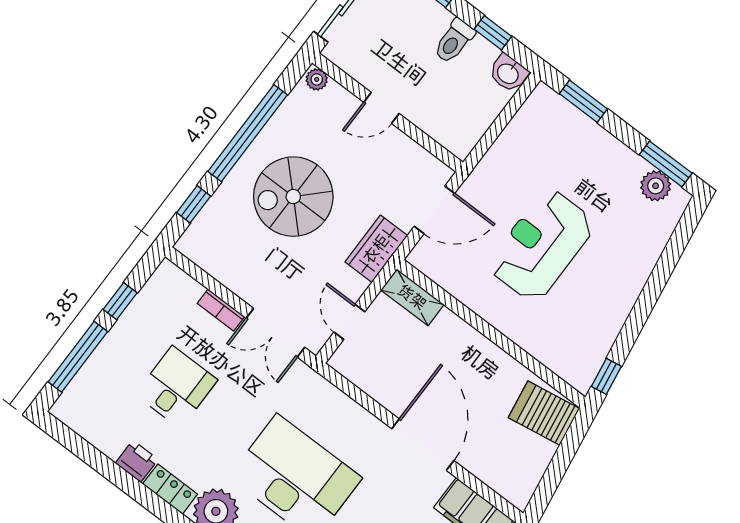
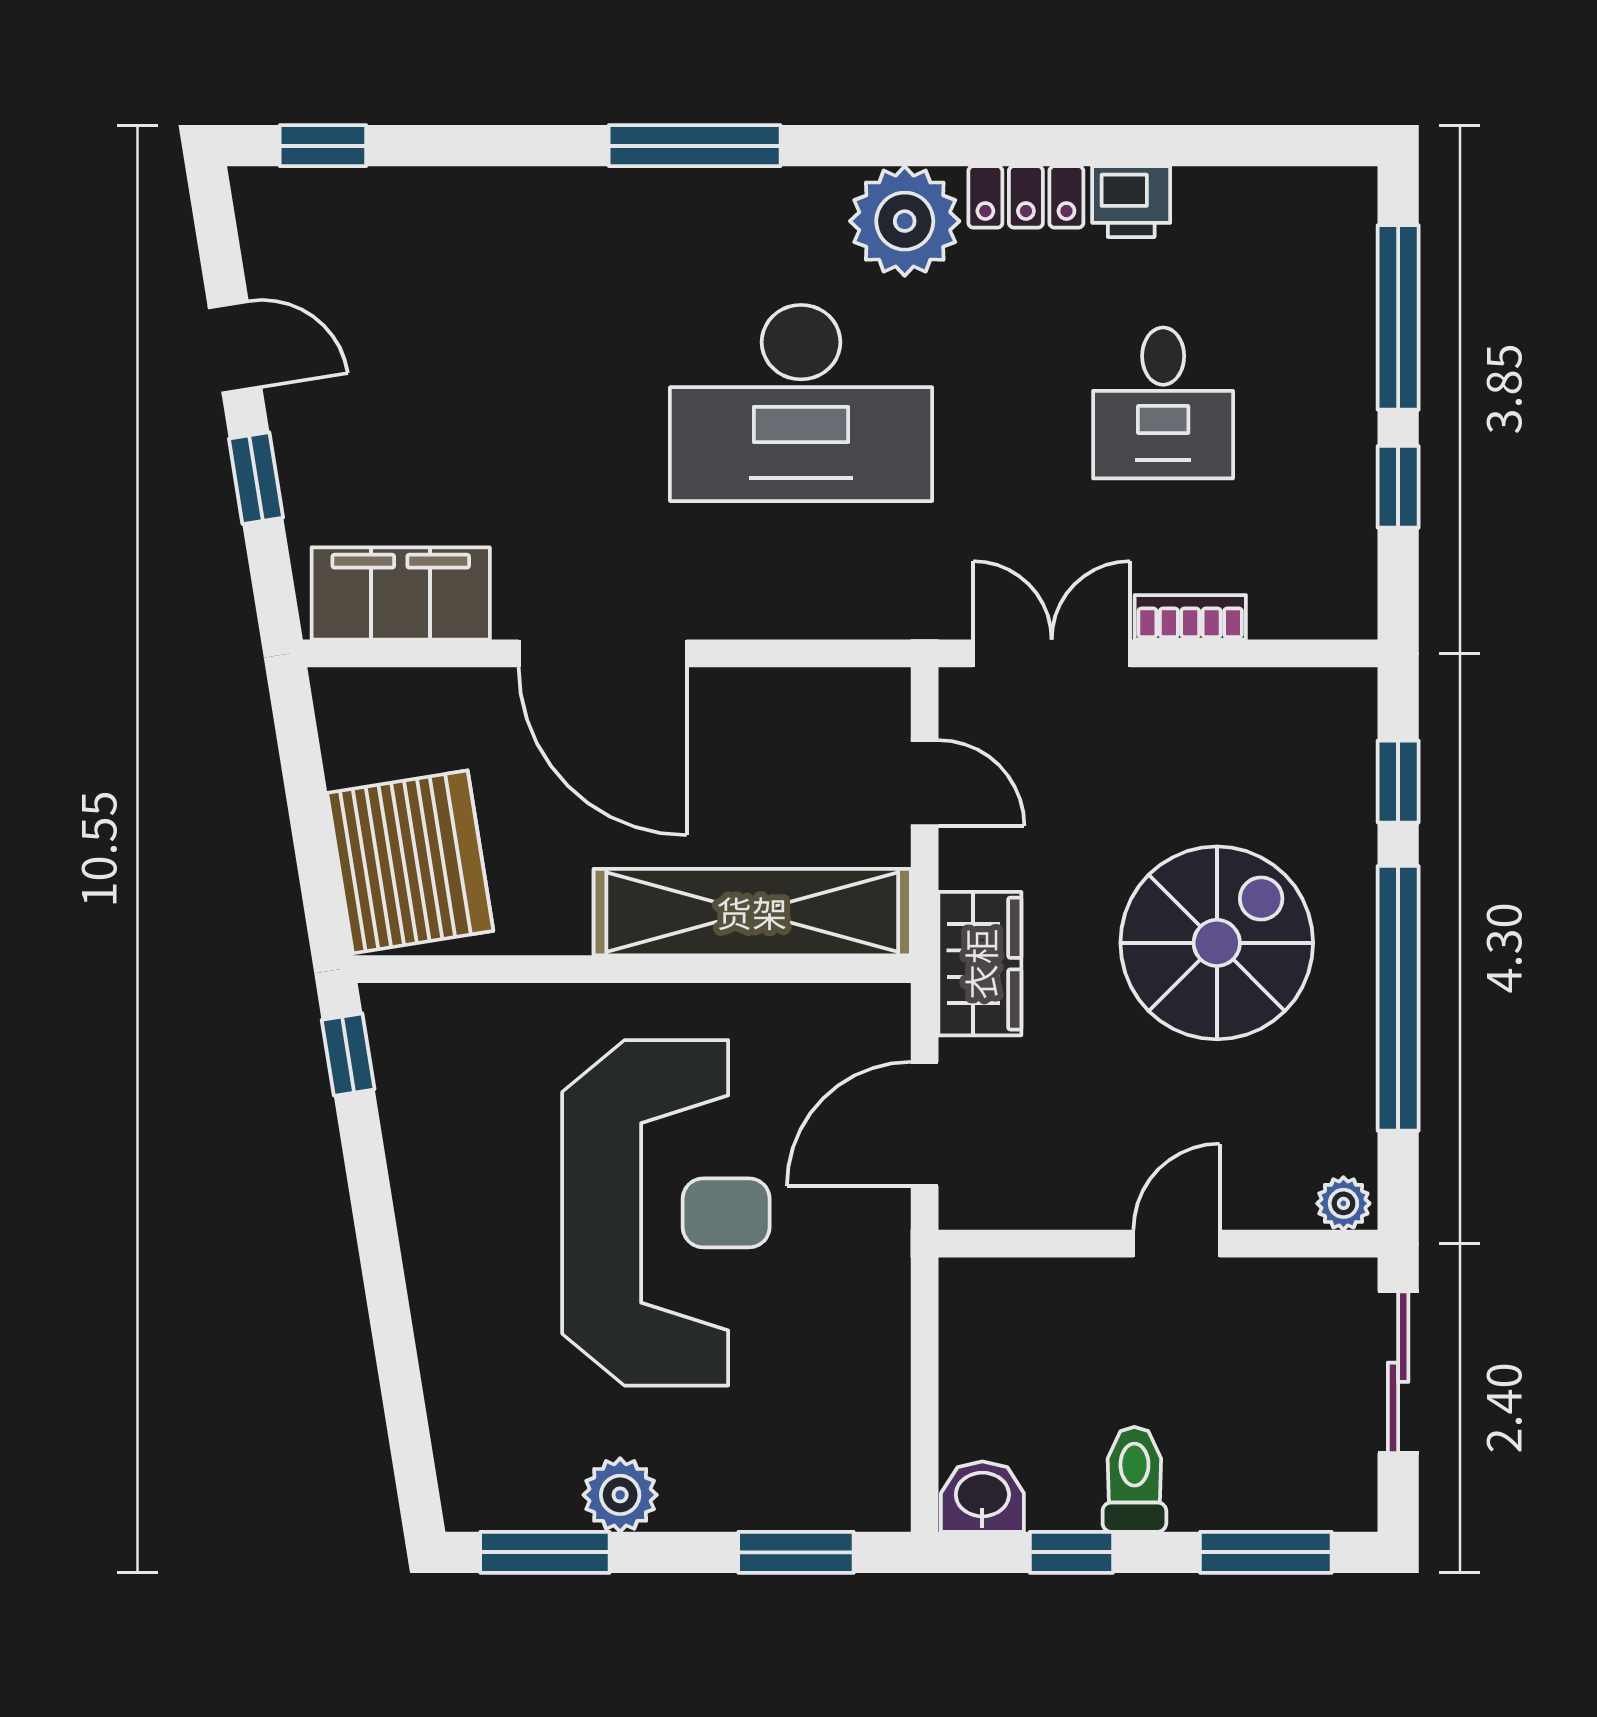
plant: (656, 186) -> (620, 1495), moved
reception desk: (541, 245) -> (666, 1213), width x1.36, depth x1.30
shelving: (412, 297) -> (752, 912), width x2.20, depth x1.33
server rack: (544, 413) -> (410, 862), width x1.60

